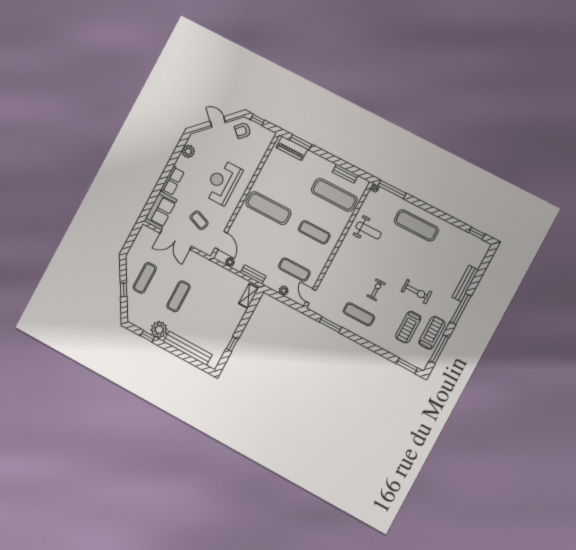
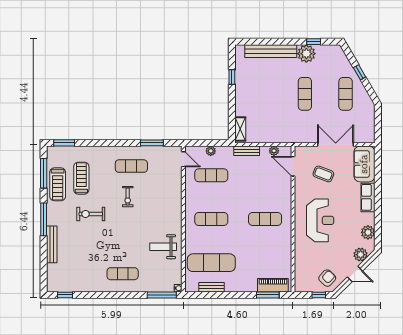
plant: (204, 136) -> (361, 255), added
exercise mat: (268, 208) -> (265, 219), width x0.73, depth x0.69
exercise mat: (416, 225) -> (123, 274), width x0.73, depth x0.69

